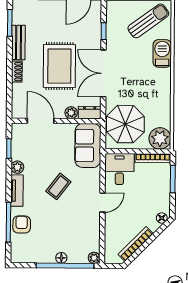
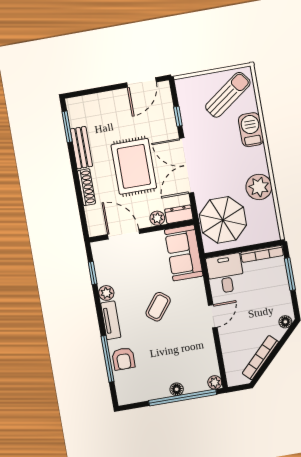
shoe rack: (17, 72) -> (86, 187), width x1.43
plant: (160, 138) -> (259, 187), moved
armchair: (22, 225) -> (123, 359), turned 180

